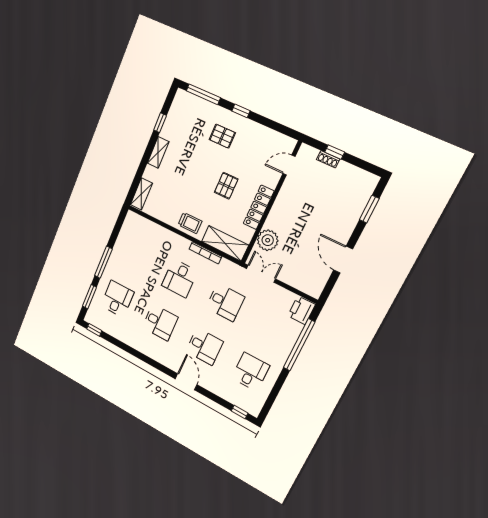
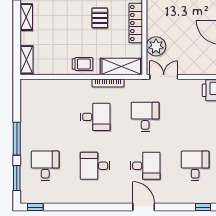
desk: (180, 278) -> (95, 117), turned -90
desk: (225, 302) -> (145, 117), turned -90
desk: (160, 322) -> (95, 166), turned 180

